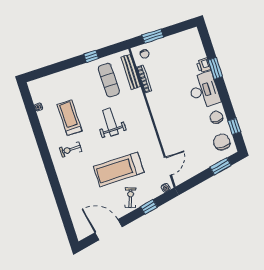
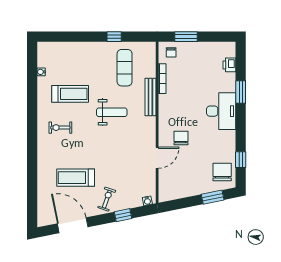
printer: (204, 65) -> (229, 65), moved
bench: (131, 72) -> (150, 97), moved
chair: (216, 117) -> (181, 138), moved
treadmill: (70, 118) -> (70, 94), turned 90
weight bench: (110, 122) -> (112, 112), turned 90
door: (168, 166) -> (157, 158), moved
treadmill: (119, 169) -> (76, 178), moved, width x0.73, depth x0.73

